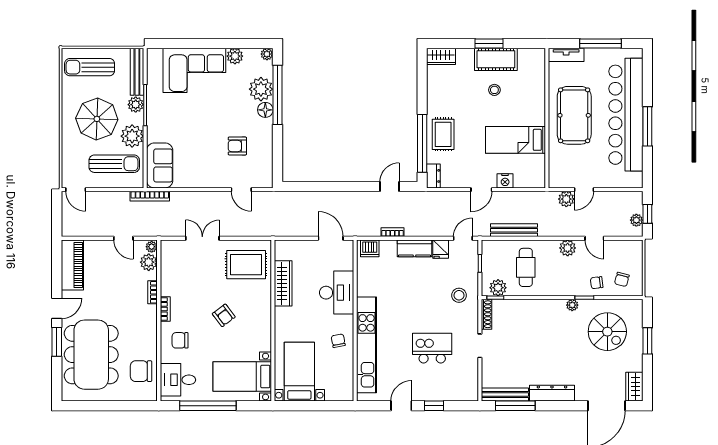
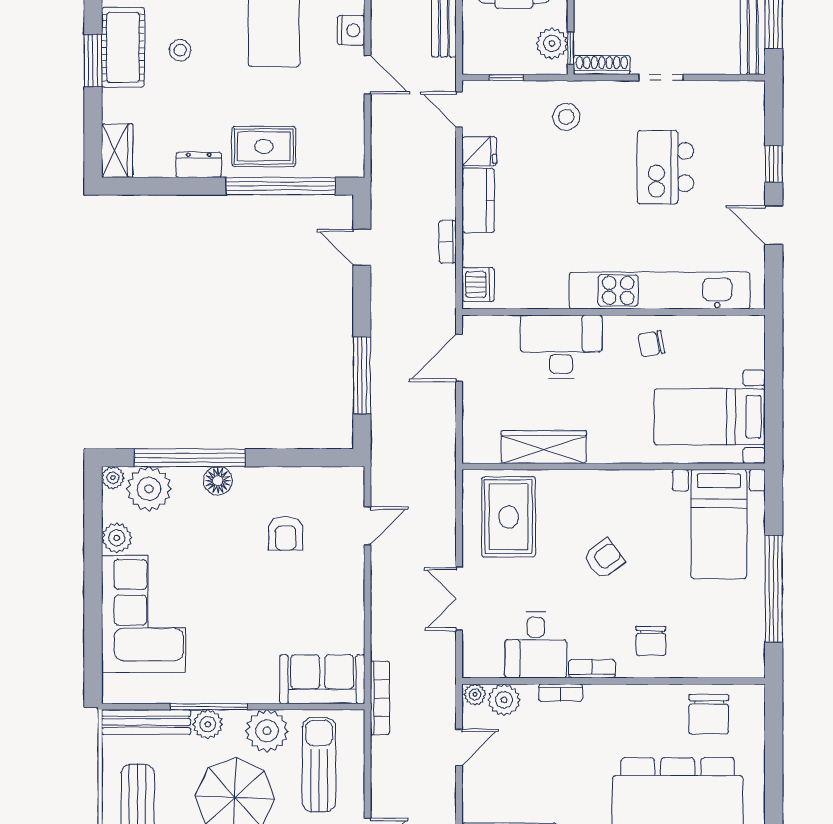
plant: (261, 89) -> (149, 489), moved
dresser: (433, 176) -> (199, 165), moved
window: (321, 187) -> (362, 375), added
desk: (178, 380) -> (536, 645), moved

